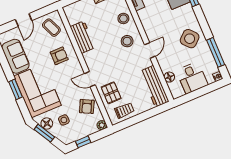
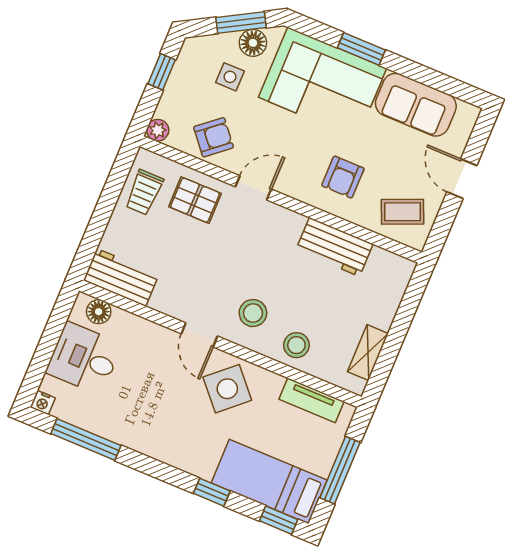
side table: (190, 39) -> (227, 389), moved
floor lamp: (169, 77) -> (99, 312), moved
workbench: (155, 86) -> (121, 277), width x0.73
armchair: (87, 106) -> (214, 137), turned 113

